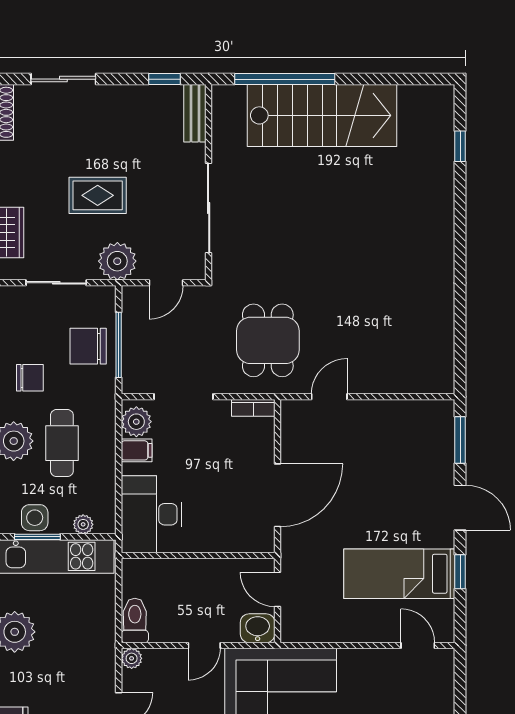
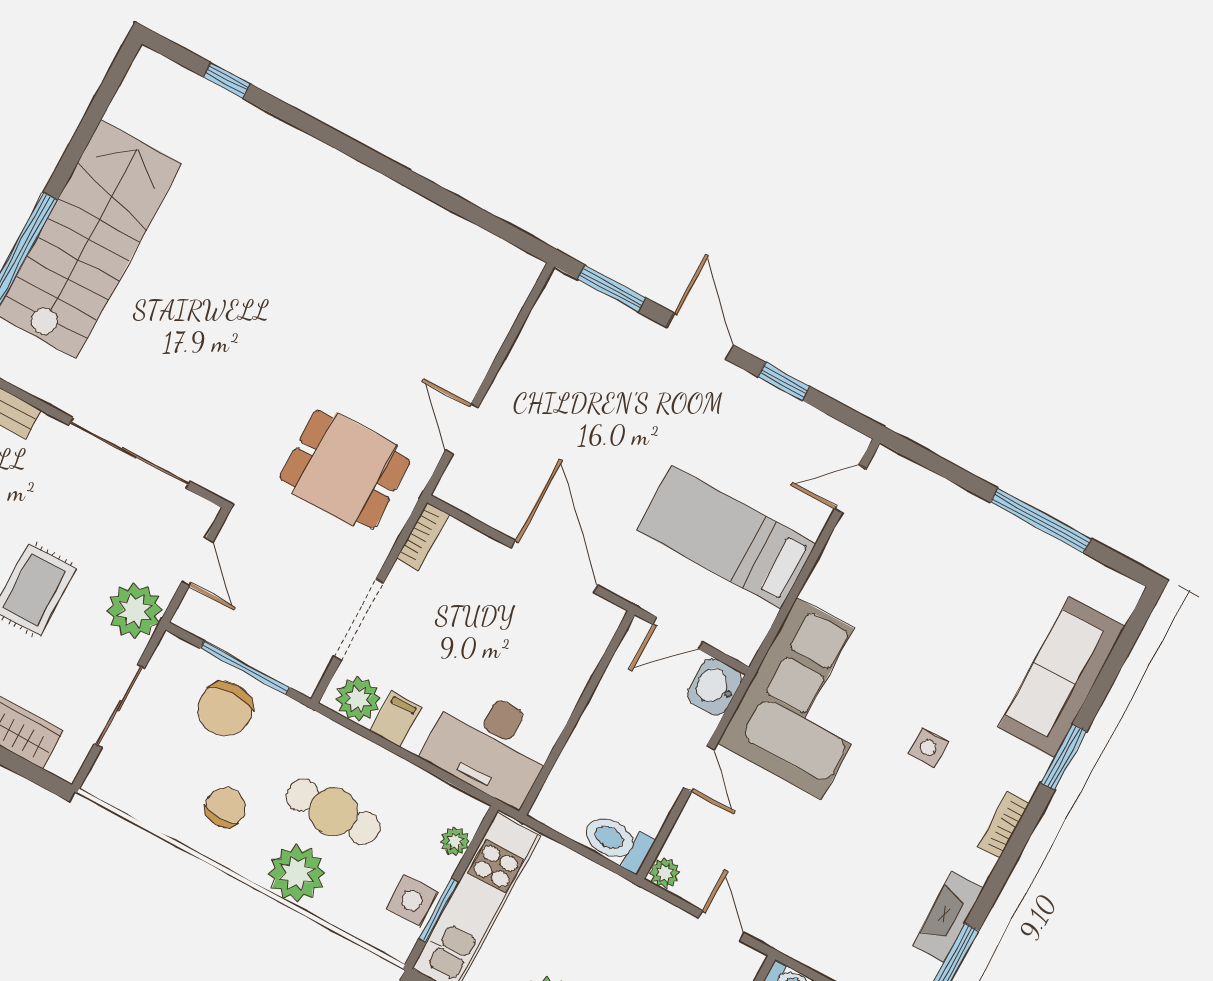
door: (460, 508) -> (700, 336), hinge flipped
bed: (399, 574) -> (726, 537), moved, turned 90

